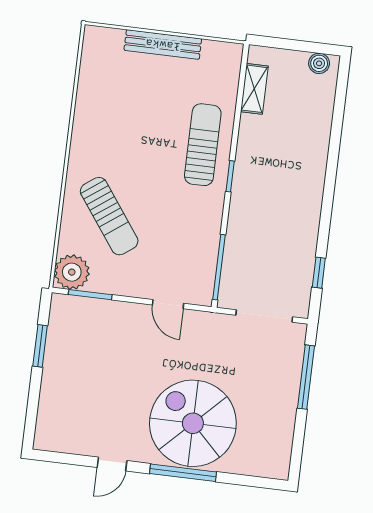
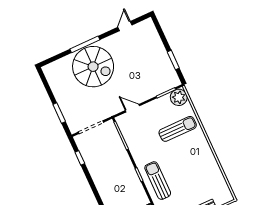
sun lounger: (203, 145) -> (158, 181), turned 180
sun lounger: (109, 216) -> (178, 129), turned 126
window: (306, 377) -> (59, 113), width x0.69
door: (112, 464) -> (125, 26), moved

